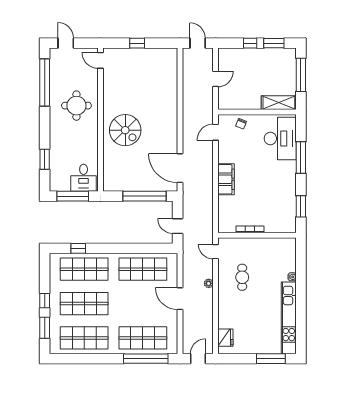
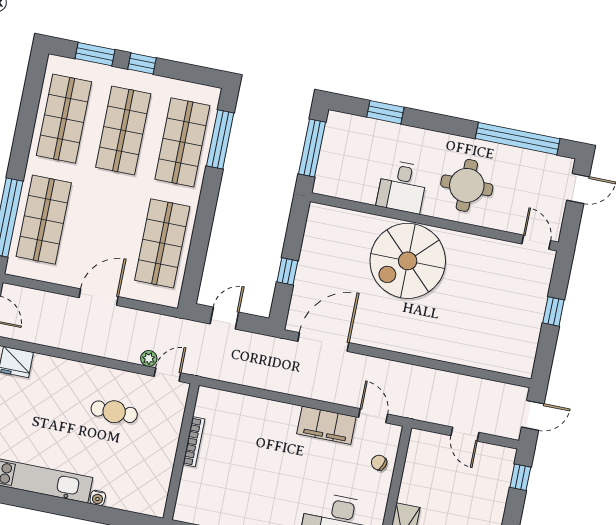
window: (250, 43) -> (520, 477), moved
door: (100, 60) -> (536, 242), hinge flipped
spiral stairs: (125, 130) -> (408, 261), width x1.37, depth x1.37
desk: (84, 178) -> (402, 187), moved, turned -90
filing cabinet: (226, 179) -> (326, 425), moved
window: (145, 196) -> (287, 271), width x0.32
window: (78, 248) -> (220, 139), width x2.17
plant: (209, 283) -> (149, 358), moved

